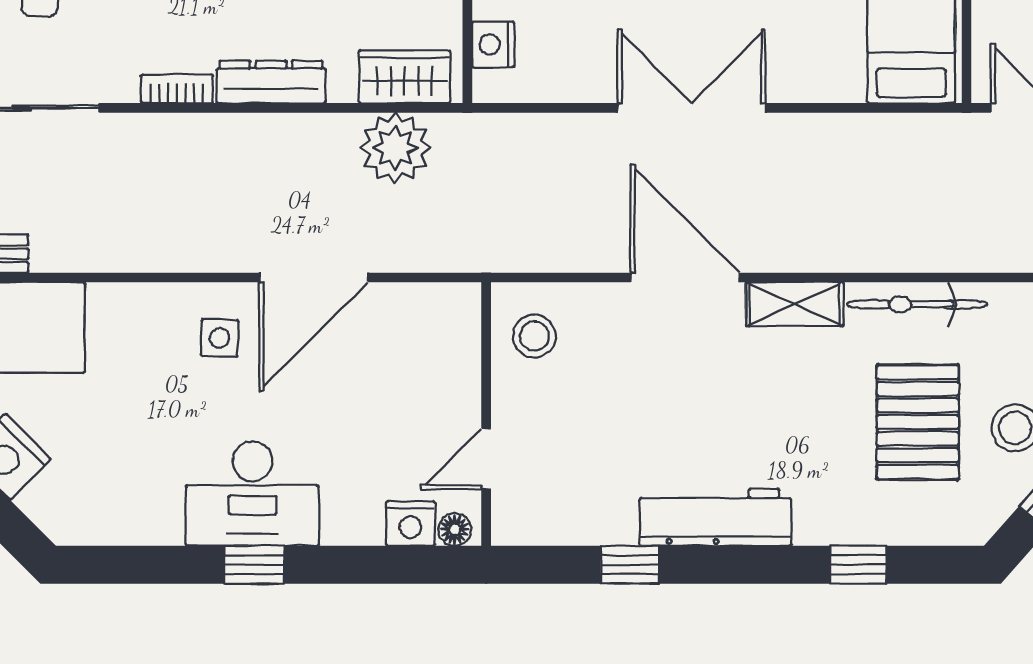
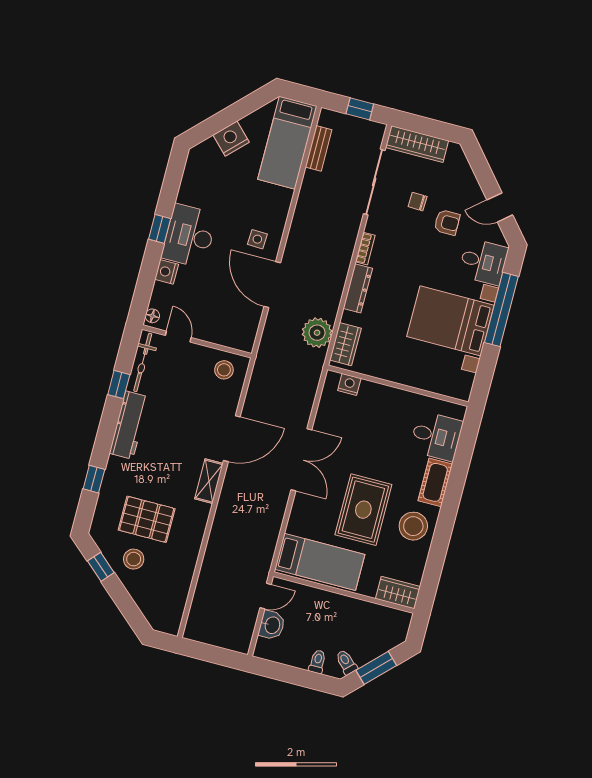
bicycle: (917, 304) -> (143, 362), moved, turned 180
nightstand: (410, 524) -> (167, 272), moved

